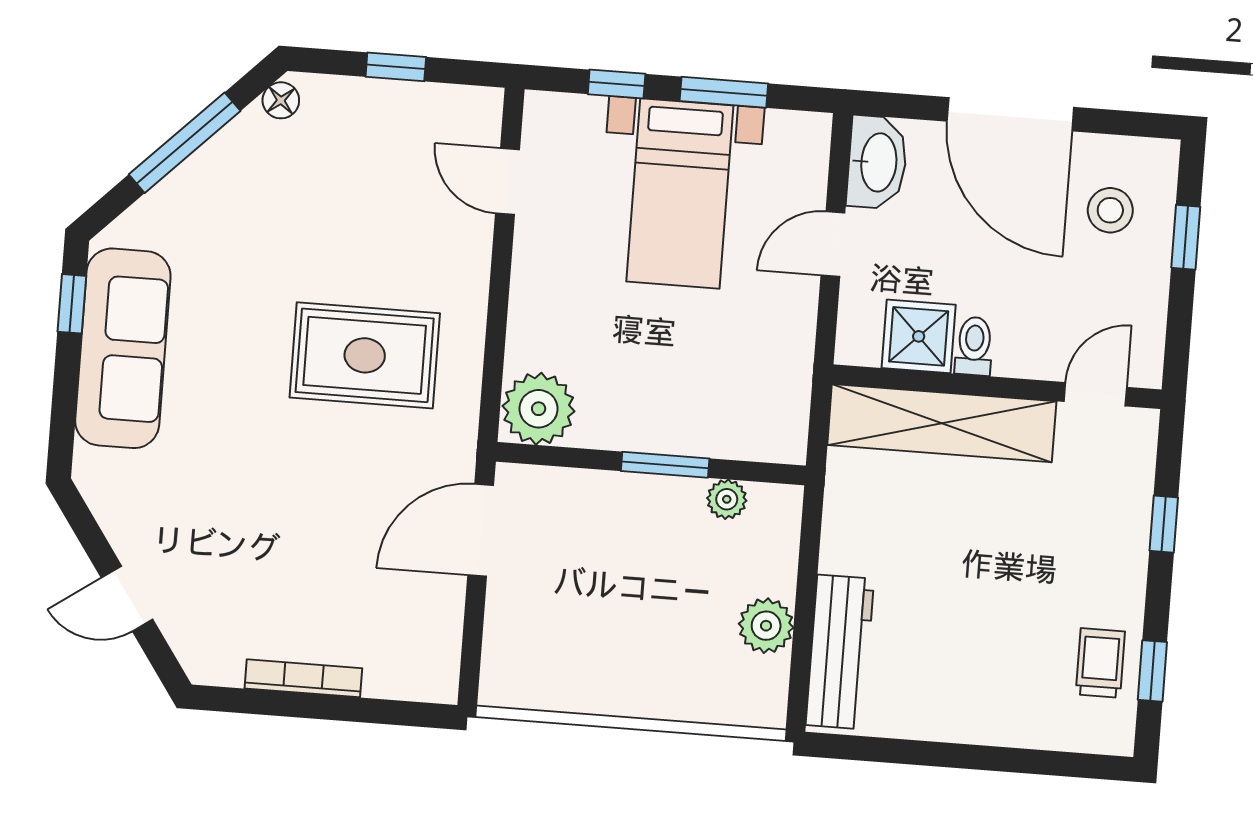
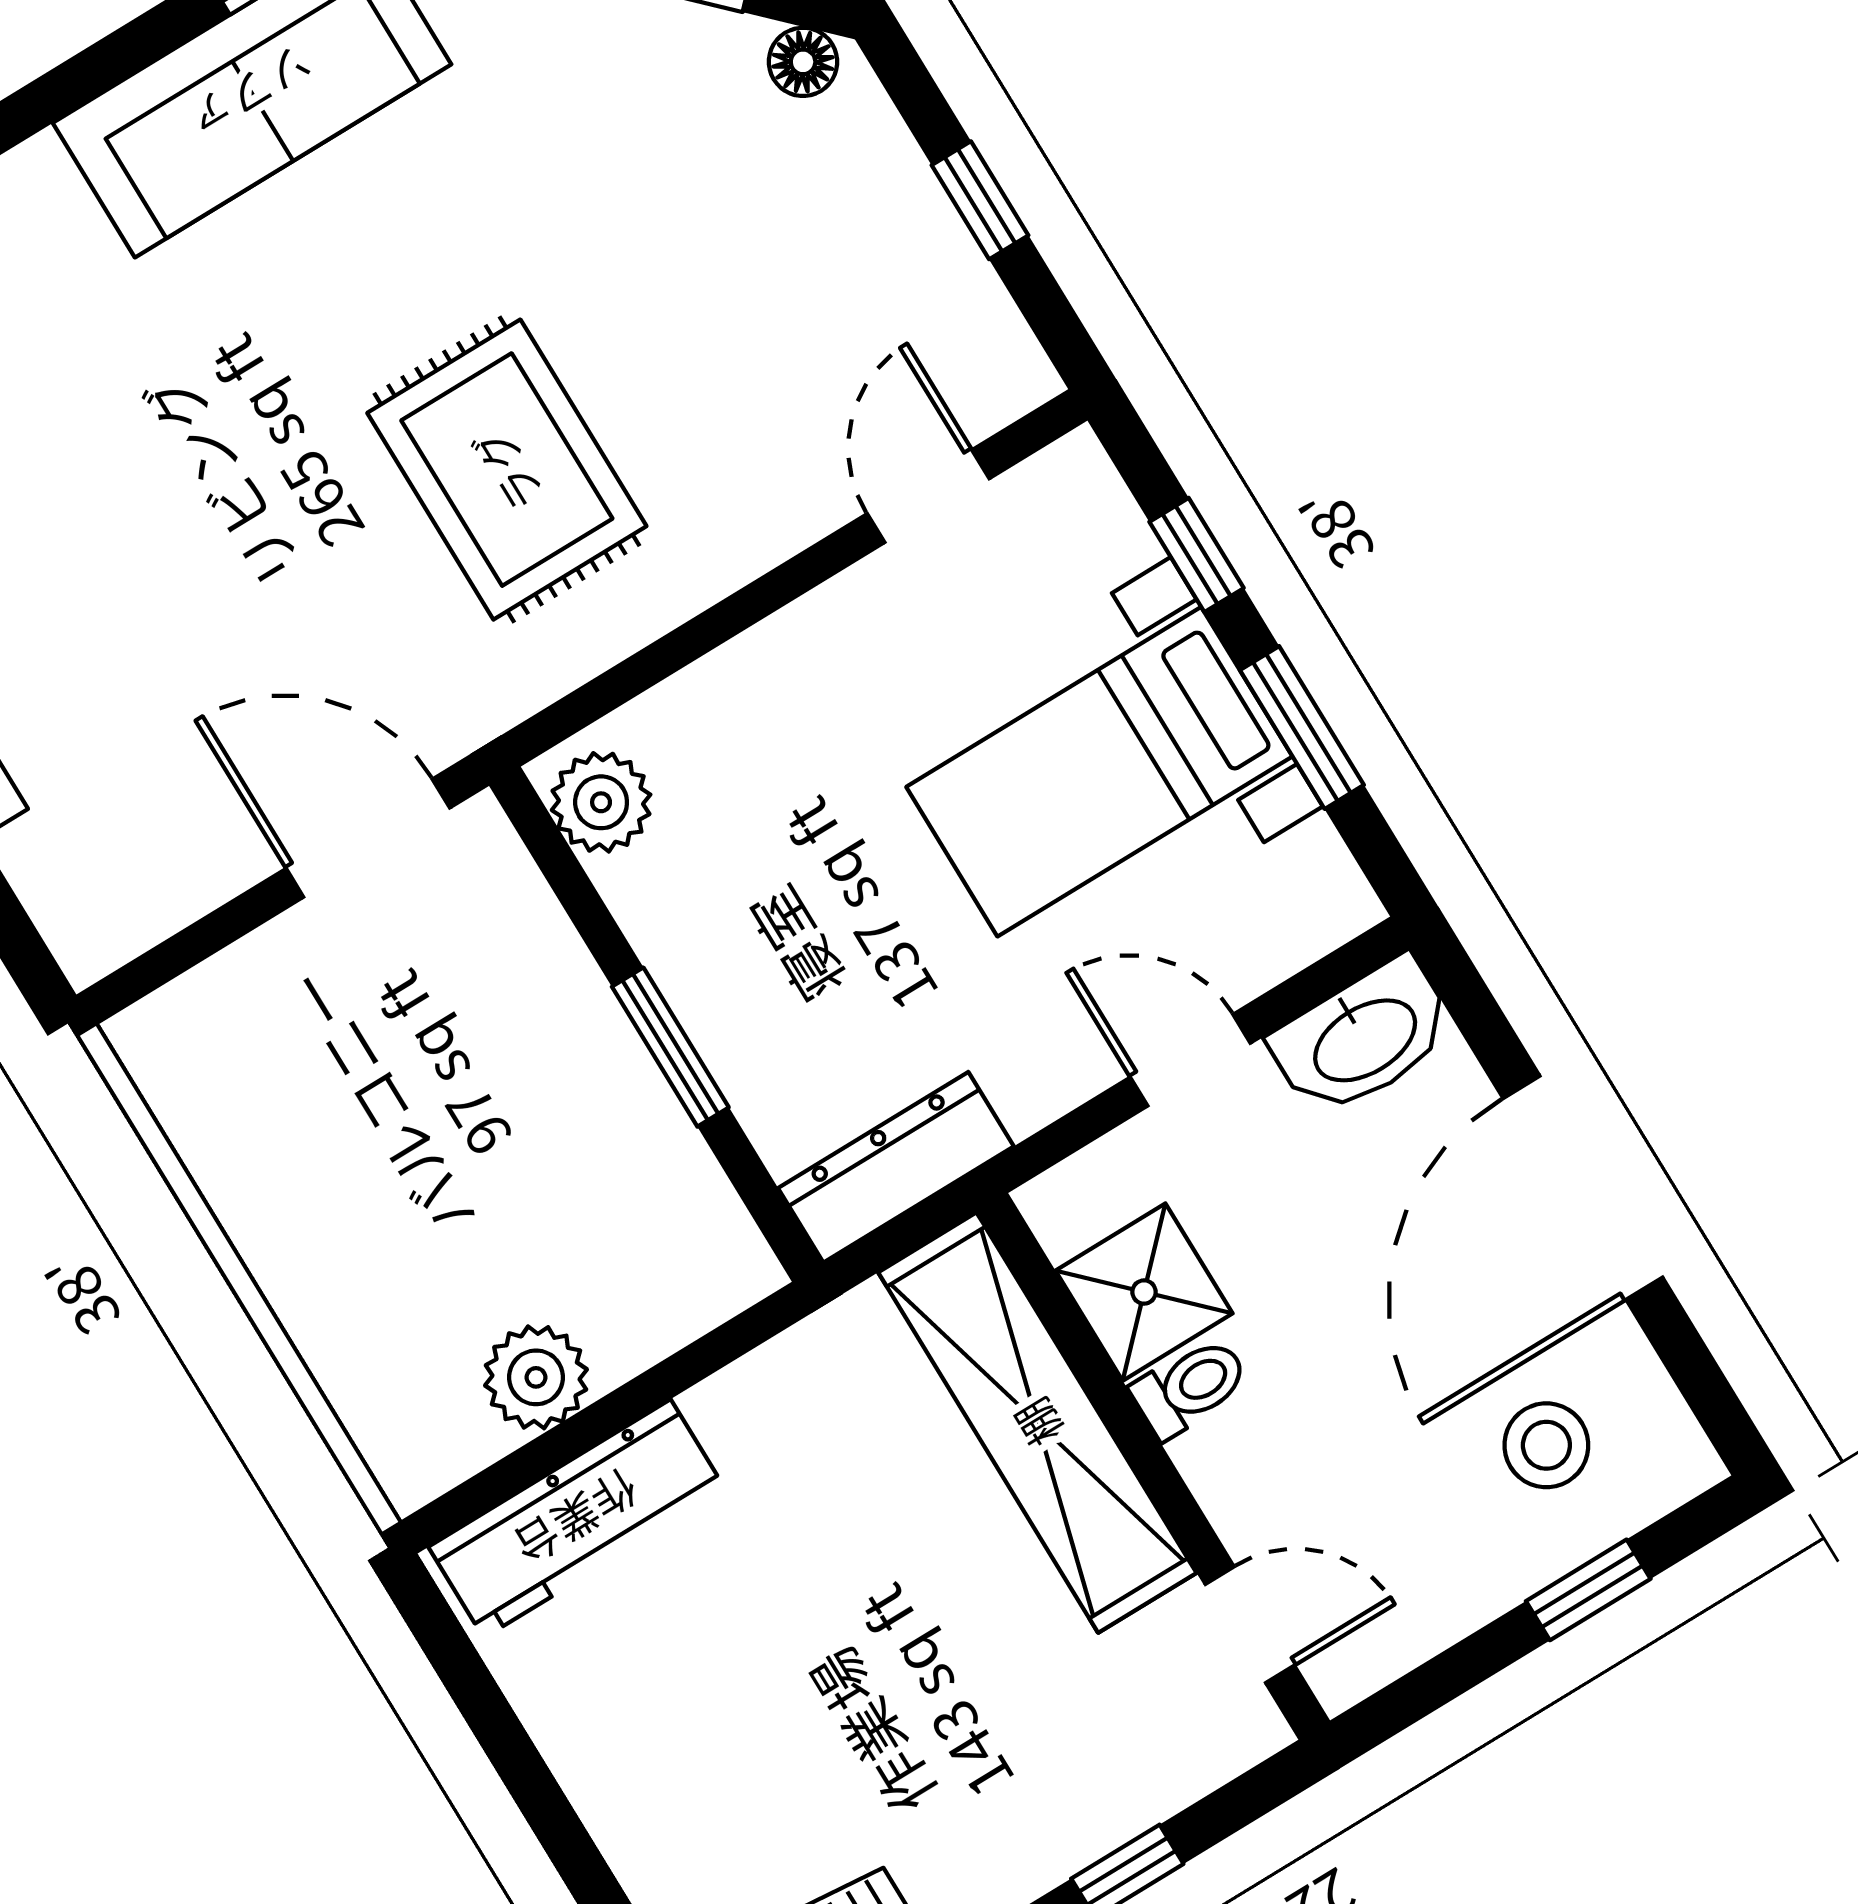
dresser: (787, 405) -> (896, 1167), added
plant: (539, 409) -> (601, 802), width x0.73, depth x0.73
plant: (727, 499) -> (685, 1179), removed

